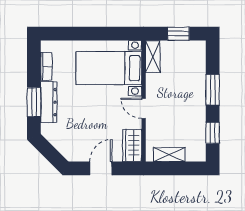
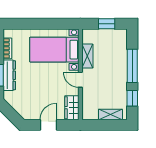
shelving: (153, 57) -> (87, 56), moved
window: (213, 90) -> (132, 66), width x1.44
shelving: (169, 154) -> (110, 114), moved

